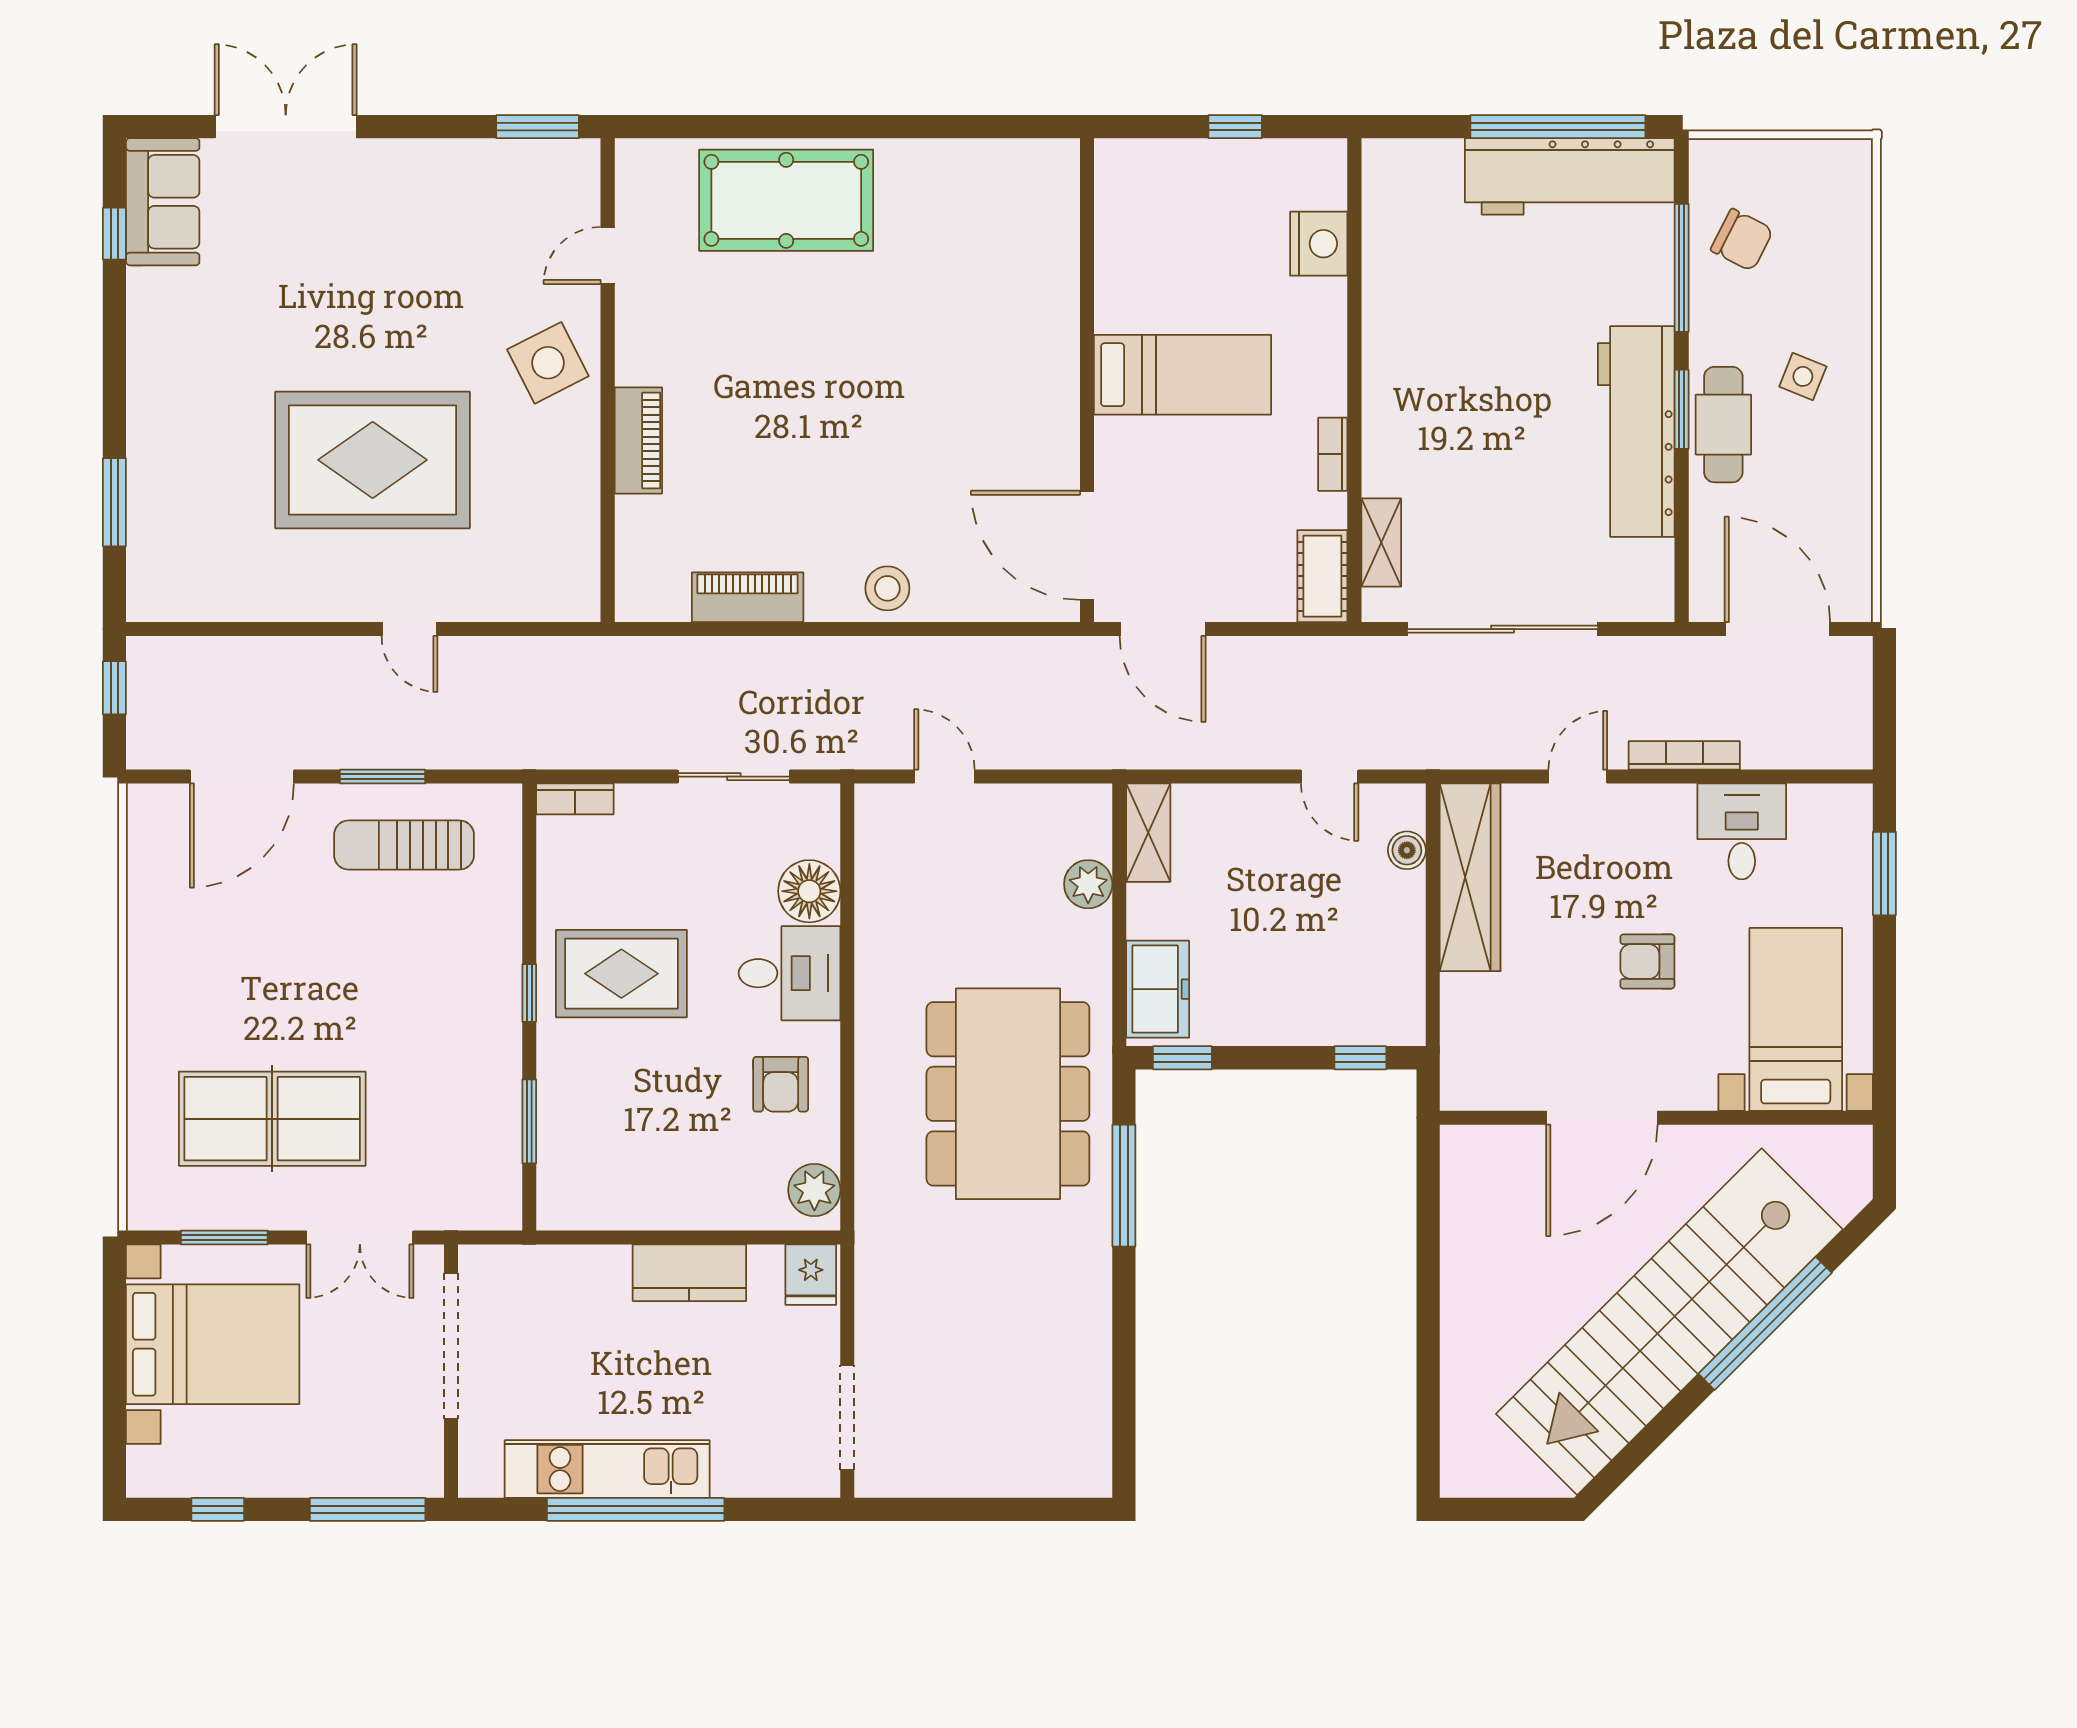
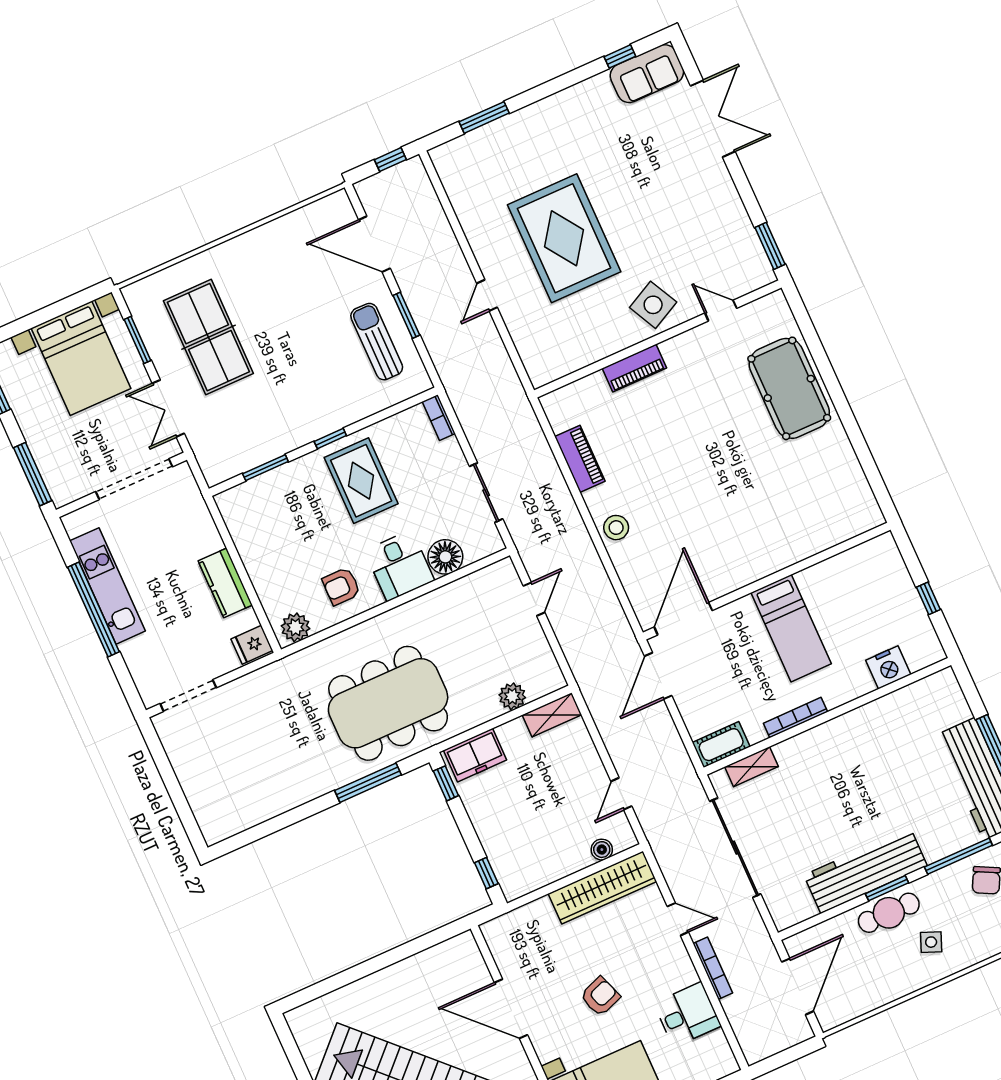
bookcase: (1333, 454) -> (795, 718), width x1.56
armchair: (1647, 961) -> (600, 996), turned 70

